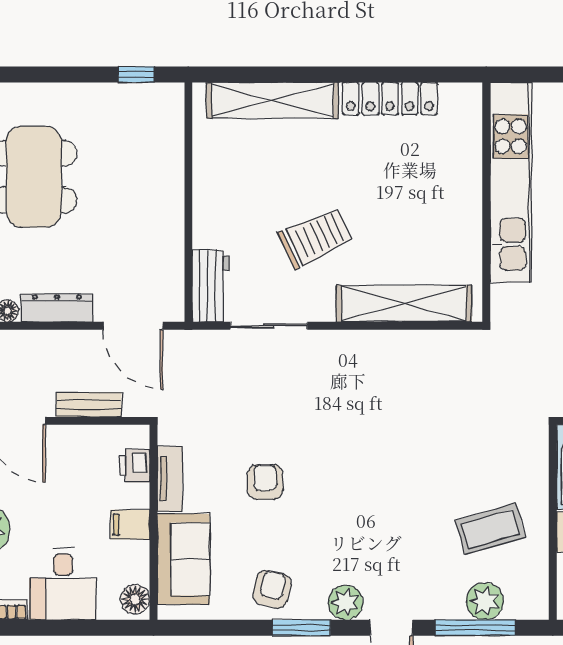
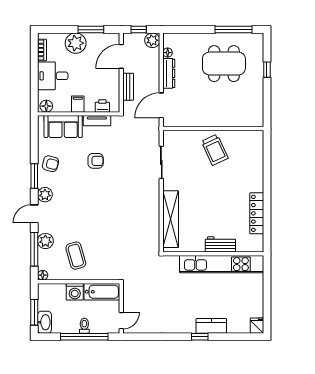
window: (136, 74) -> (267, 70), moved
shelving: (273, 100) -> (256, 164), removed
trolley: (316, 238) -> (215, 150), moved
workbench: (211, 286) -> (220, 244), moved, turned 180
plant: (485, 601) -> (45, 241), moved
floor lamp: (537, 608) -> (43, 275), added

